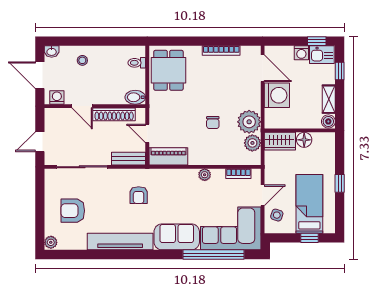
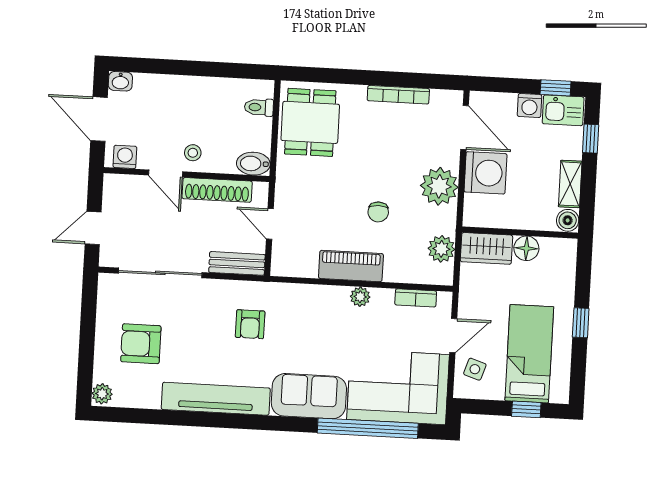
stool: (82, 60) -> (193, 153), moved
plant: (249, 122) -> (439, 186), moved
piano: (168, 156) -> (351, 266), moved

